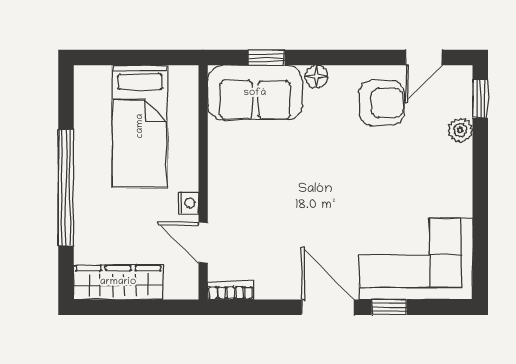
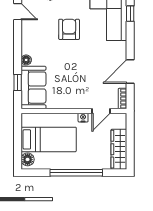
floor lamp: (96, 80) -> (28, 159), added
armchair: (382, 103) -> (69, 29), moved
door: (328, 307) -> (130, 71), moved
window: (389, 307) -> (130, 14), moved

